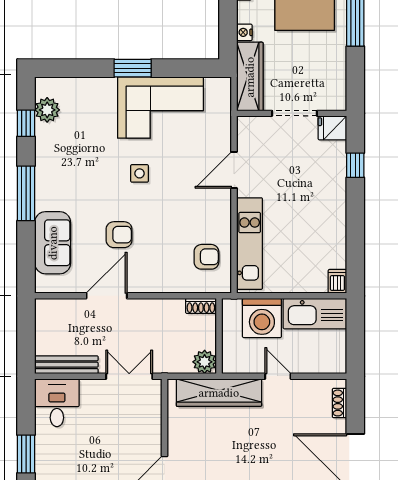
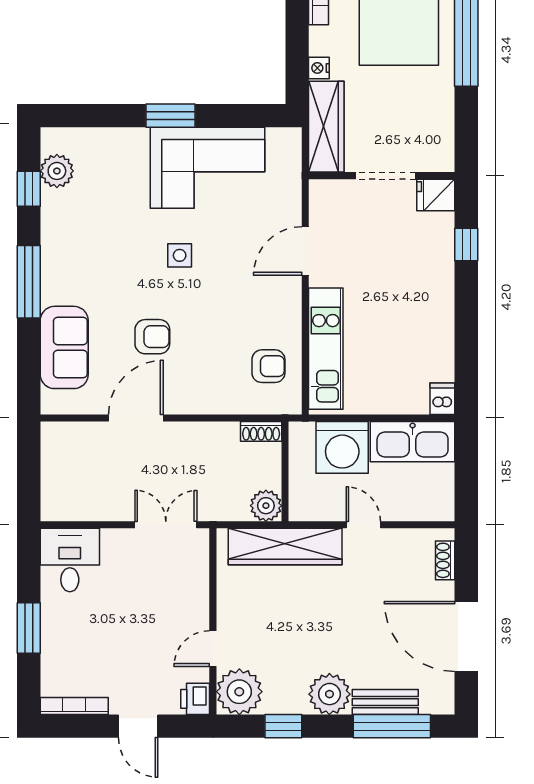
bench: (66, 365) -> (83, 509), removed

